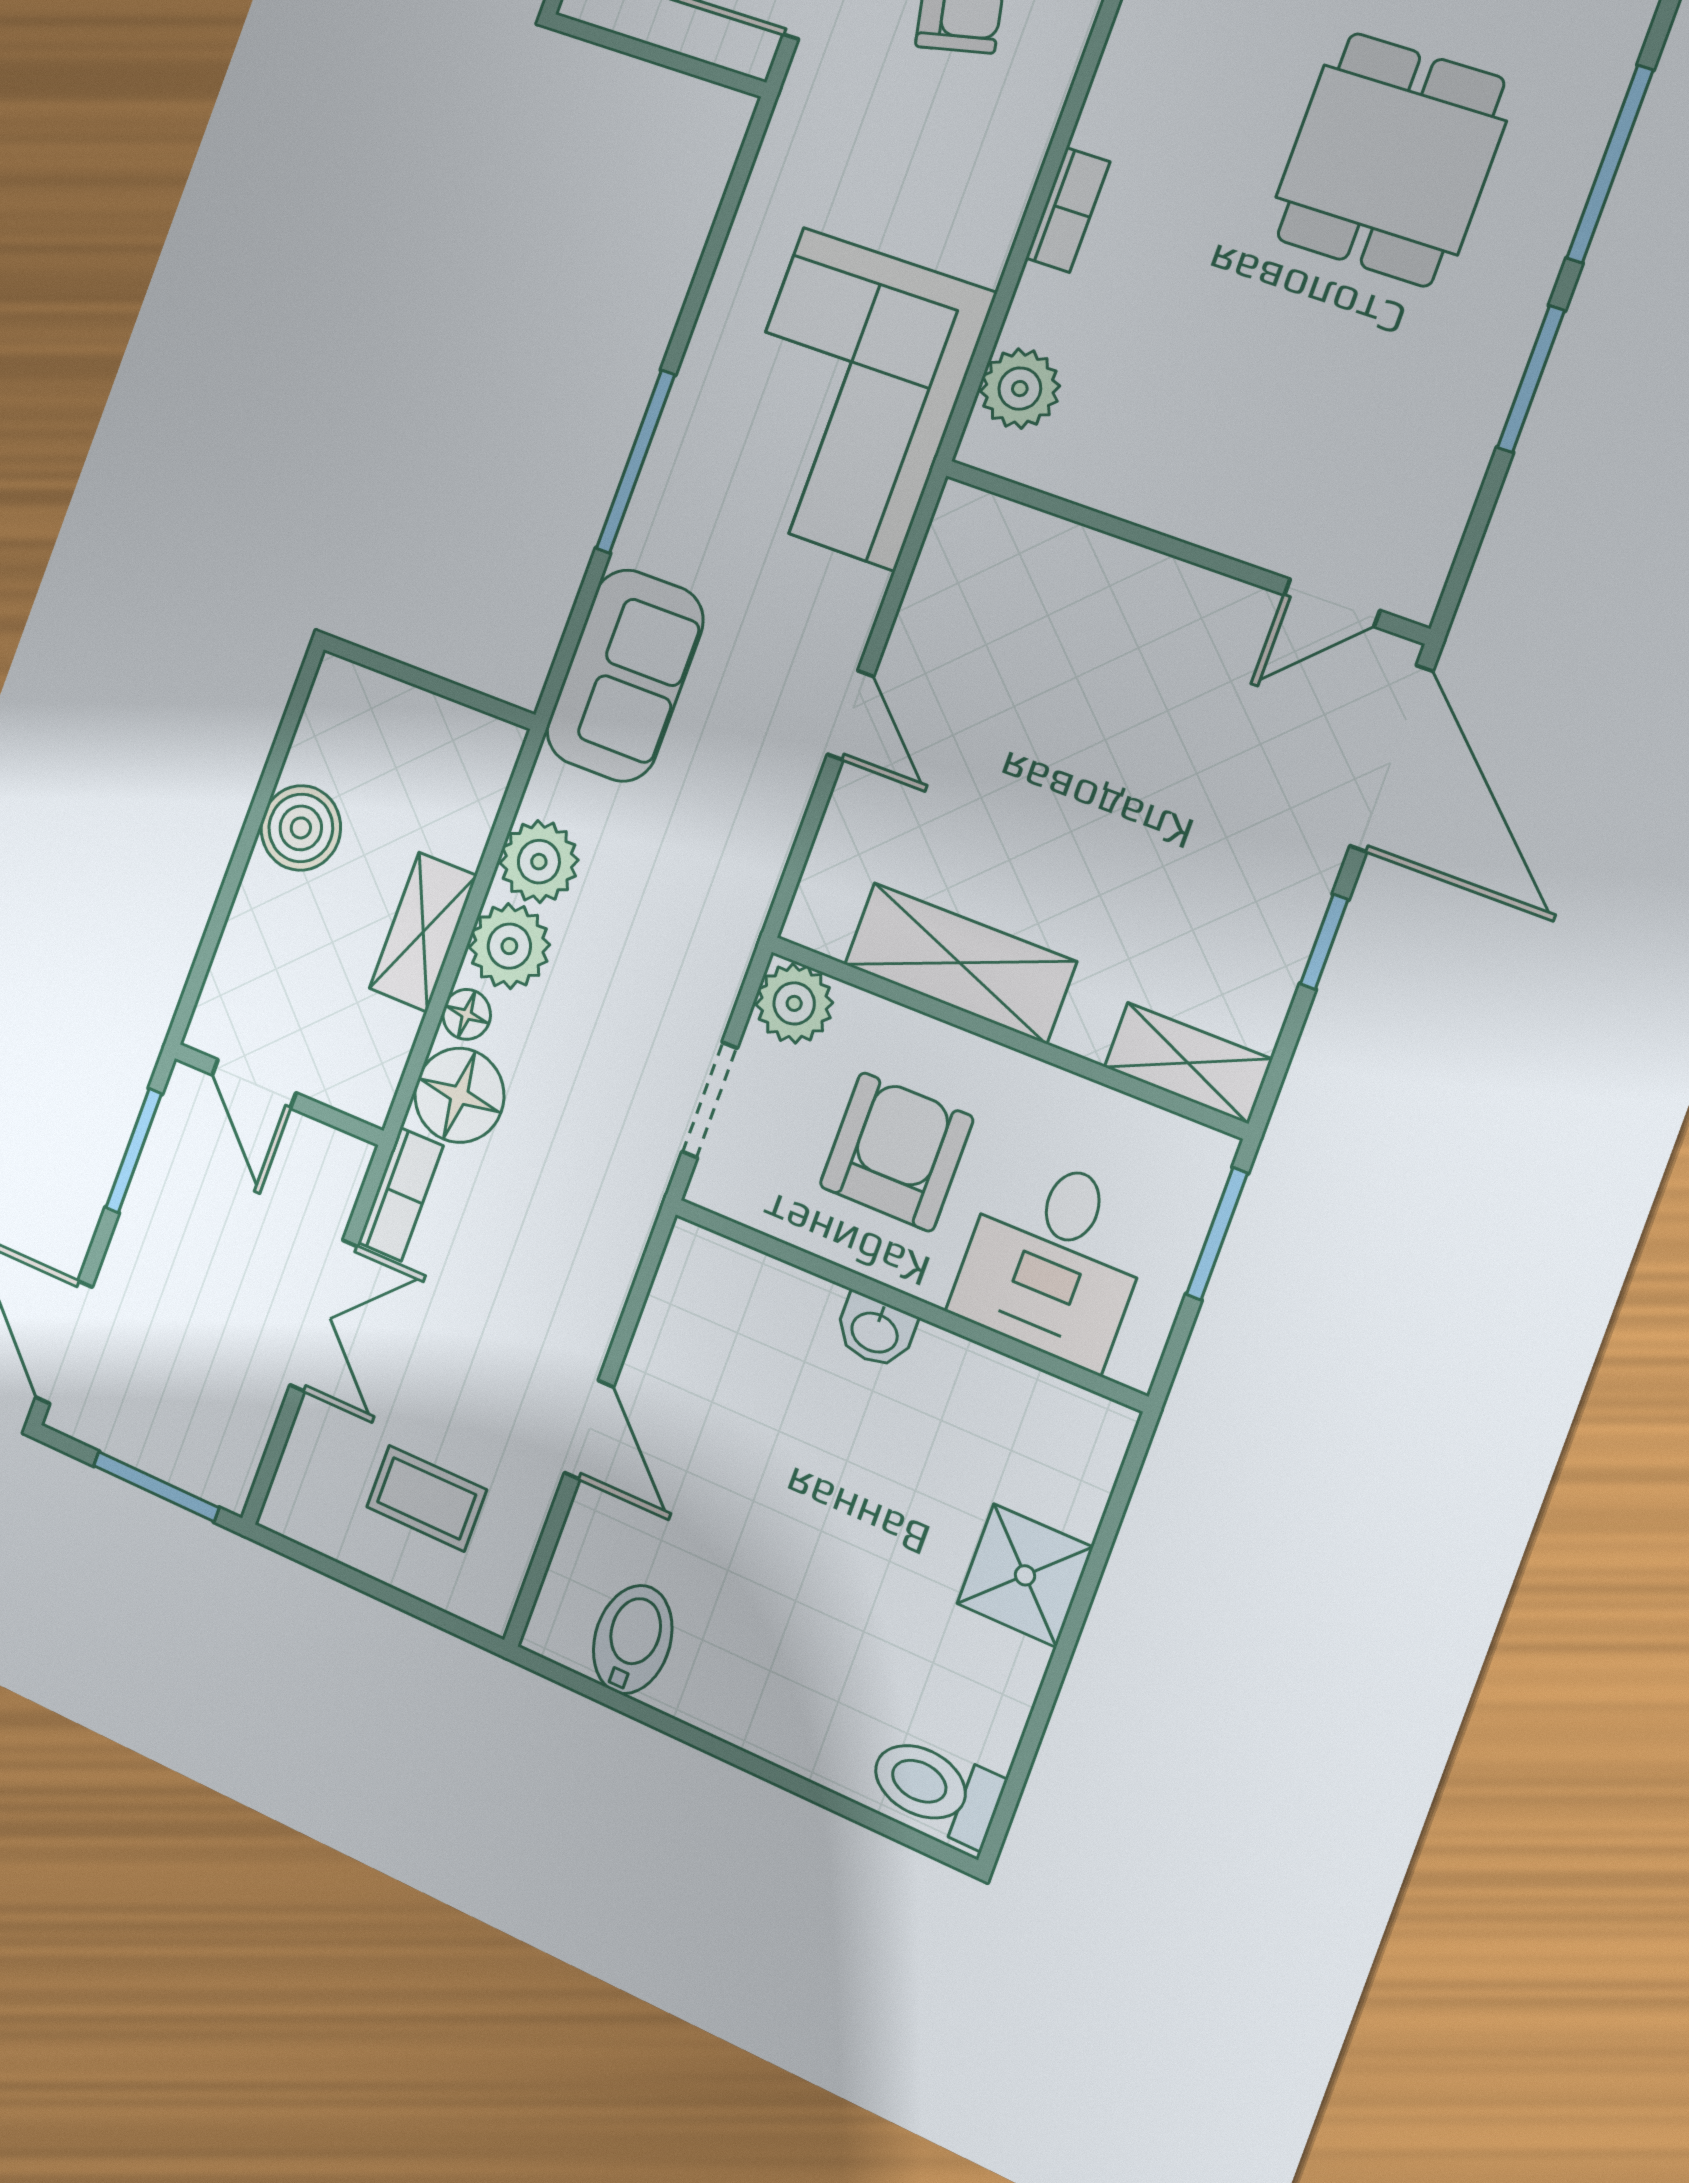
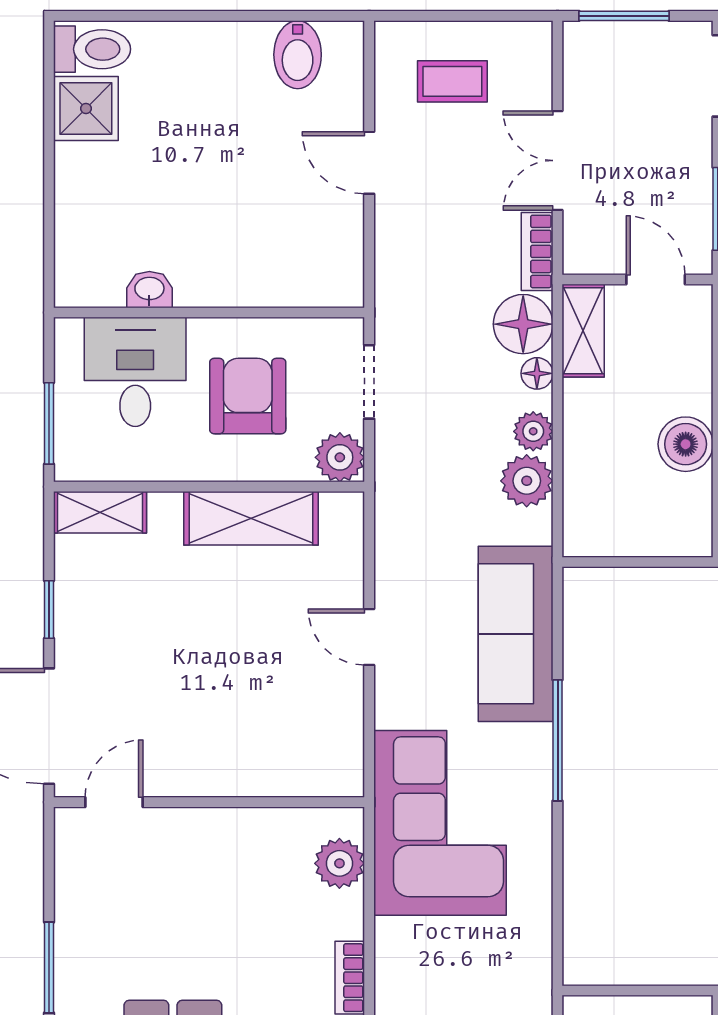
sofa: (625, 675) -> (516, 634), width x1.36
shelving: (423, 932) -> (583, 331), moved
plant: (509, 946) -> (533, 431), width x0.73, depth x0.73
armchair: (896, 1152) -> (248, 396), turned 180
washbasin: (875, 1331) -> (149, 290), moved
shower: (1025, 1575) -> (86, 108), moved

